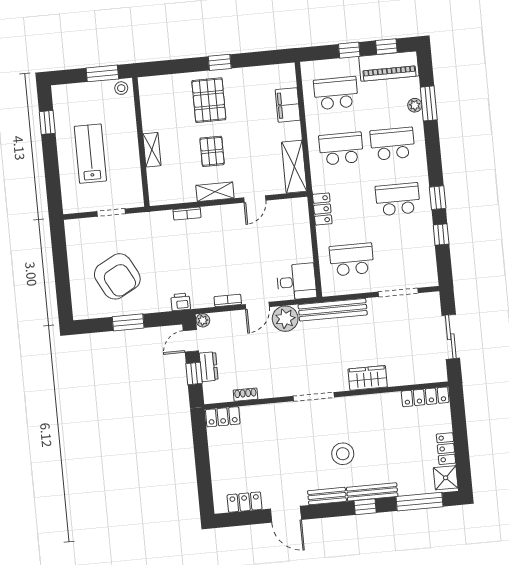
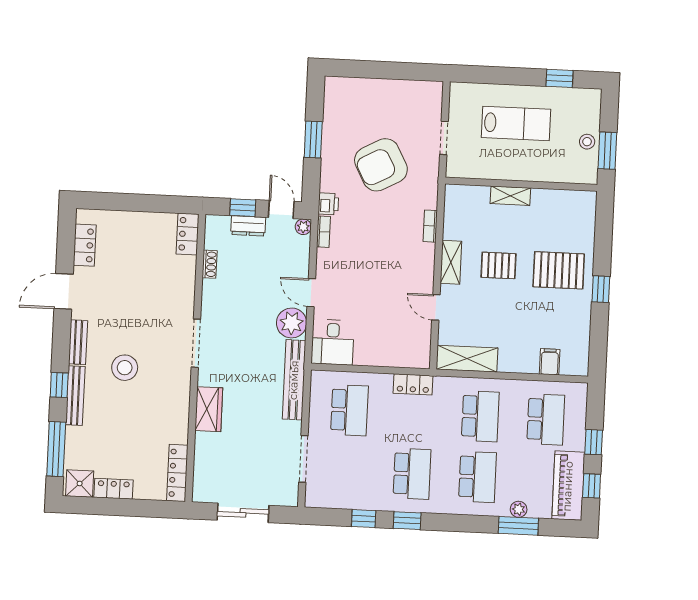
stool: (121, 88) -> (587, 142), moved
filing cabinet: (288, 105) -> (550, 362), width x0.50
armchair: (117, 276) -> (381, 165), moved
bookcase: (228, 301) -> (323, 232), moved

